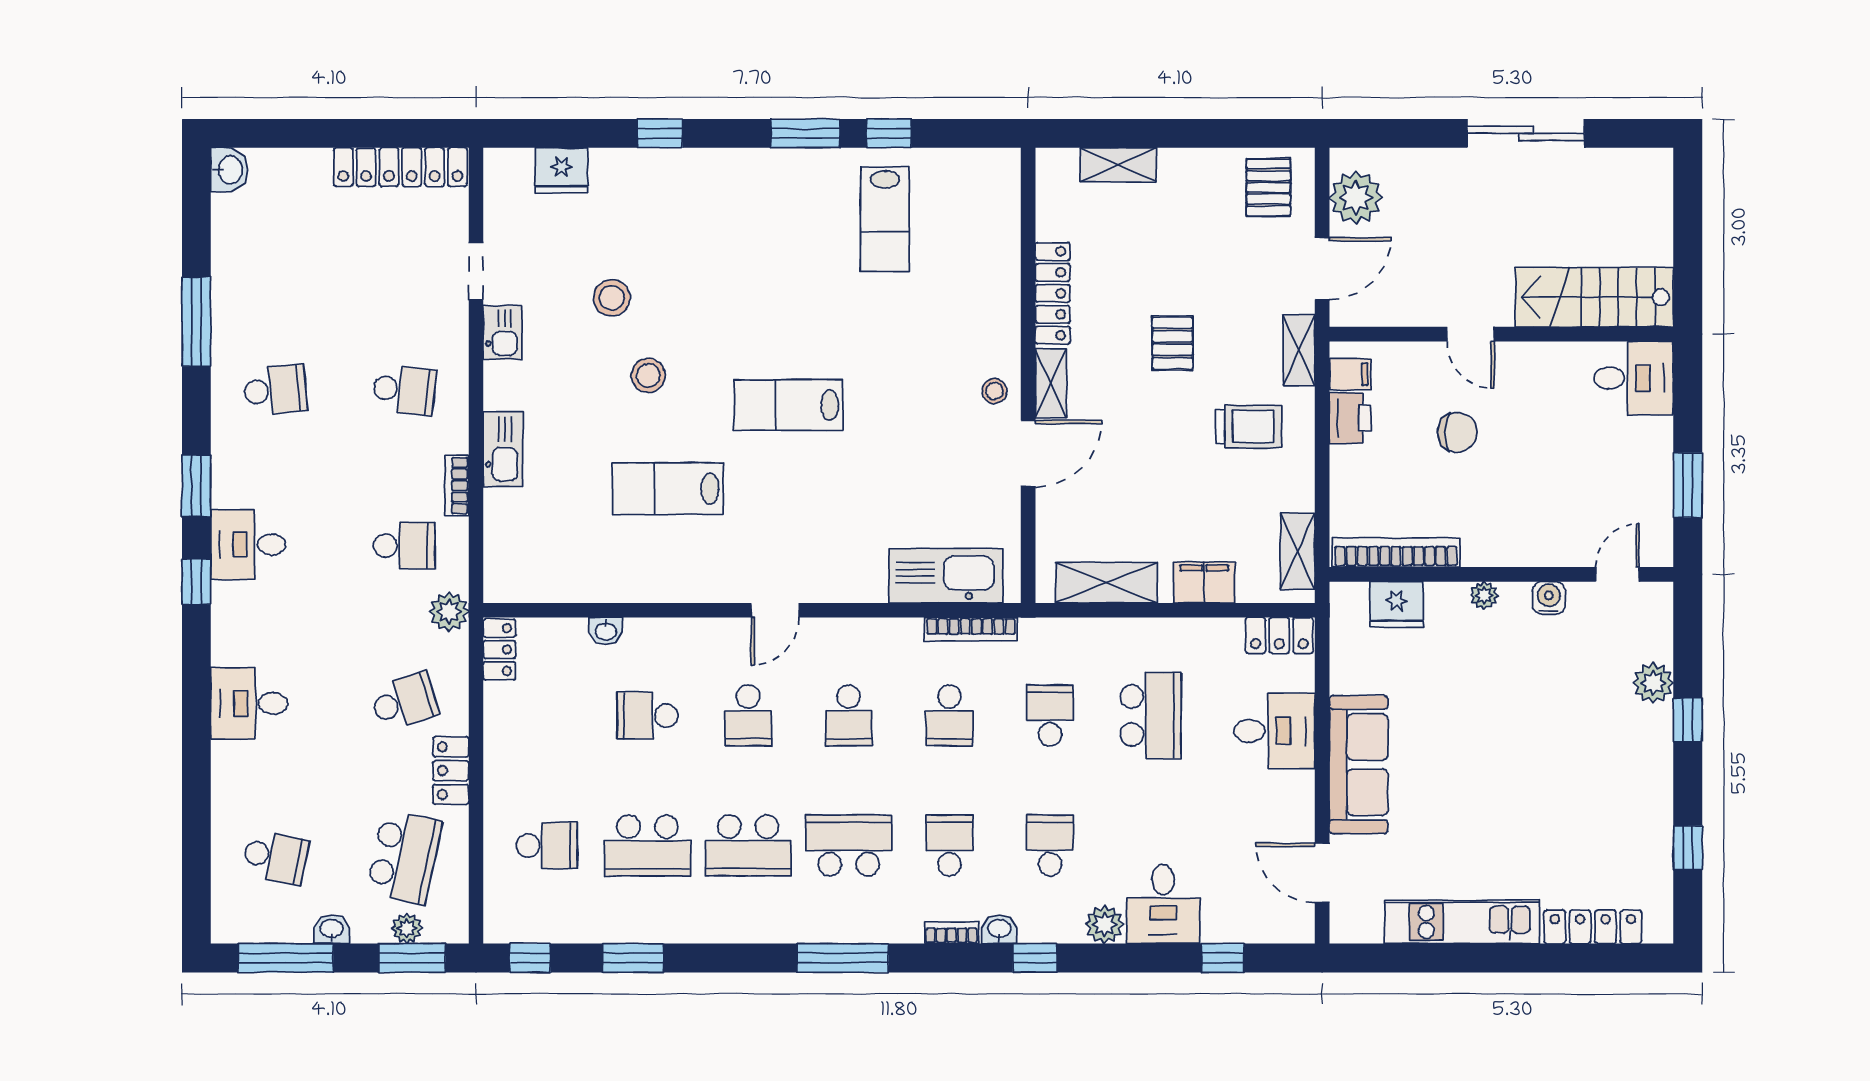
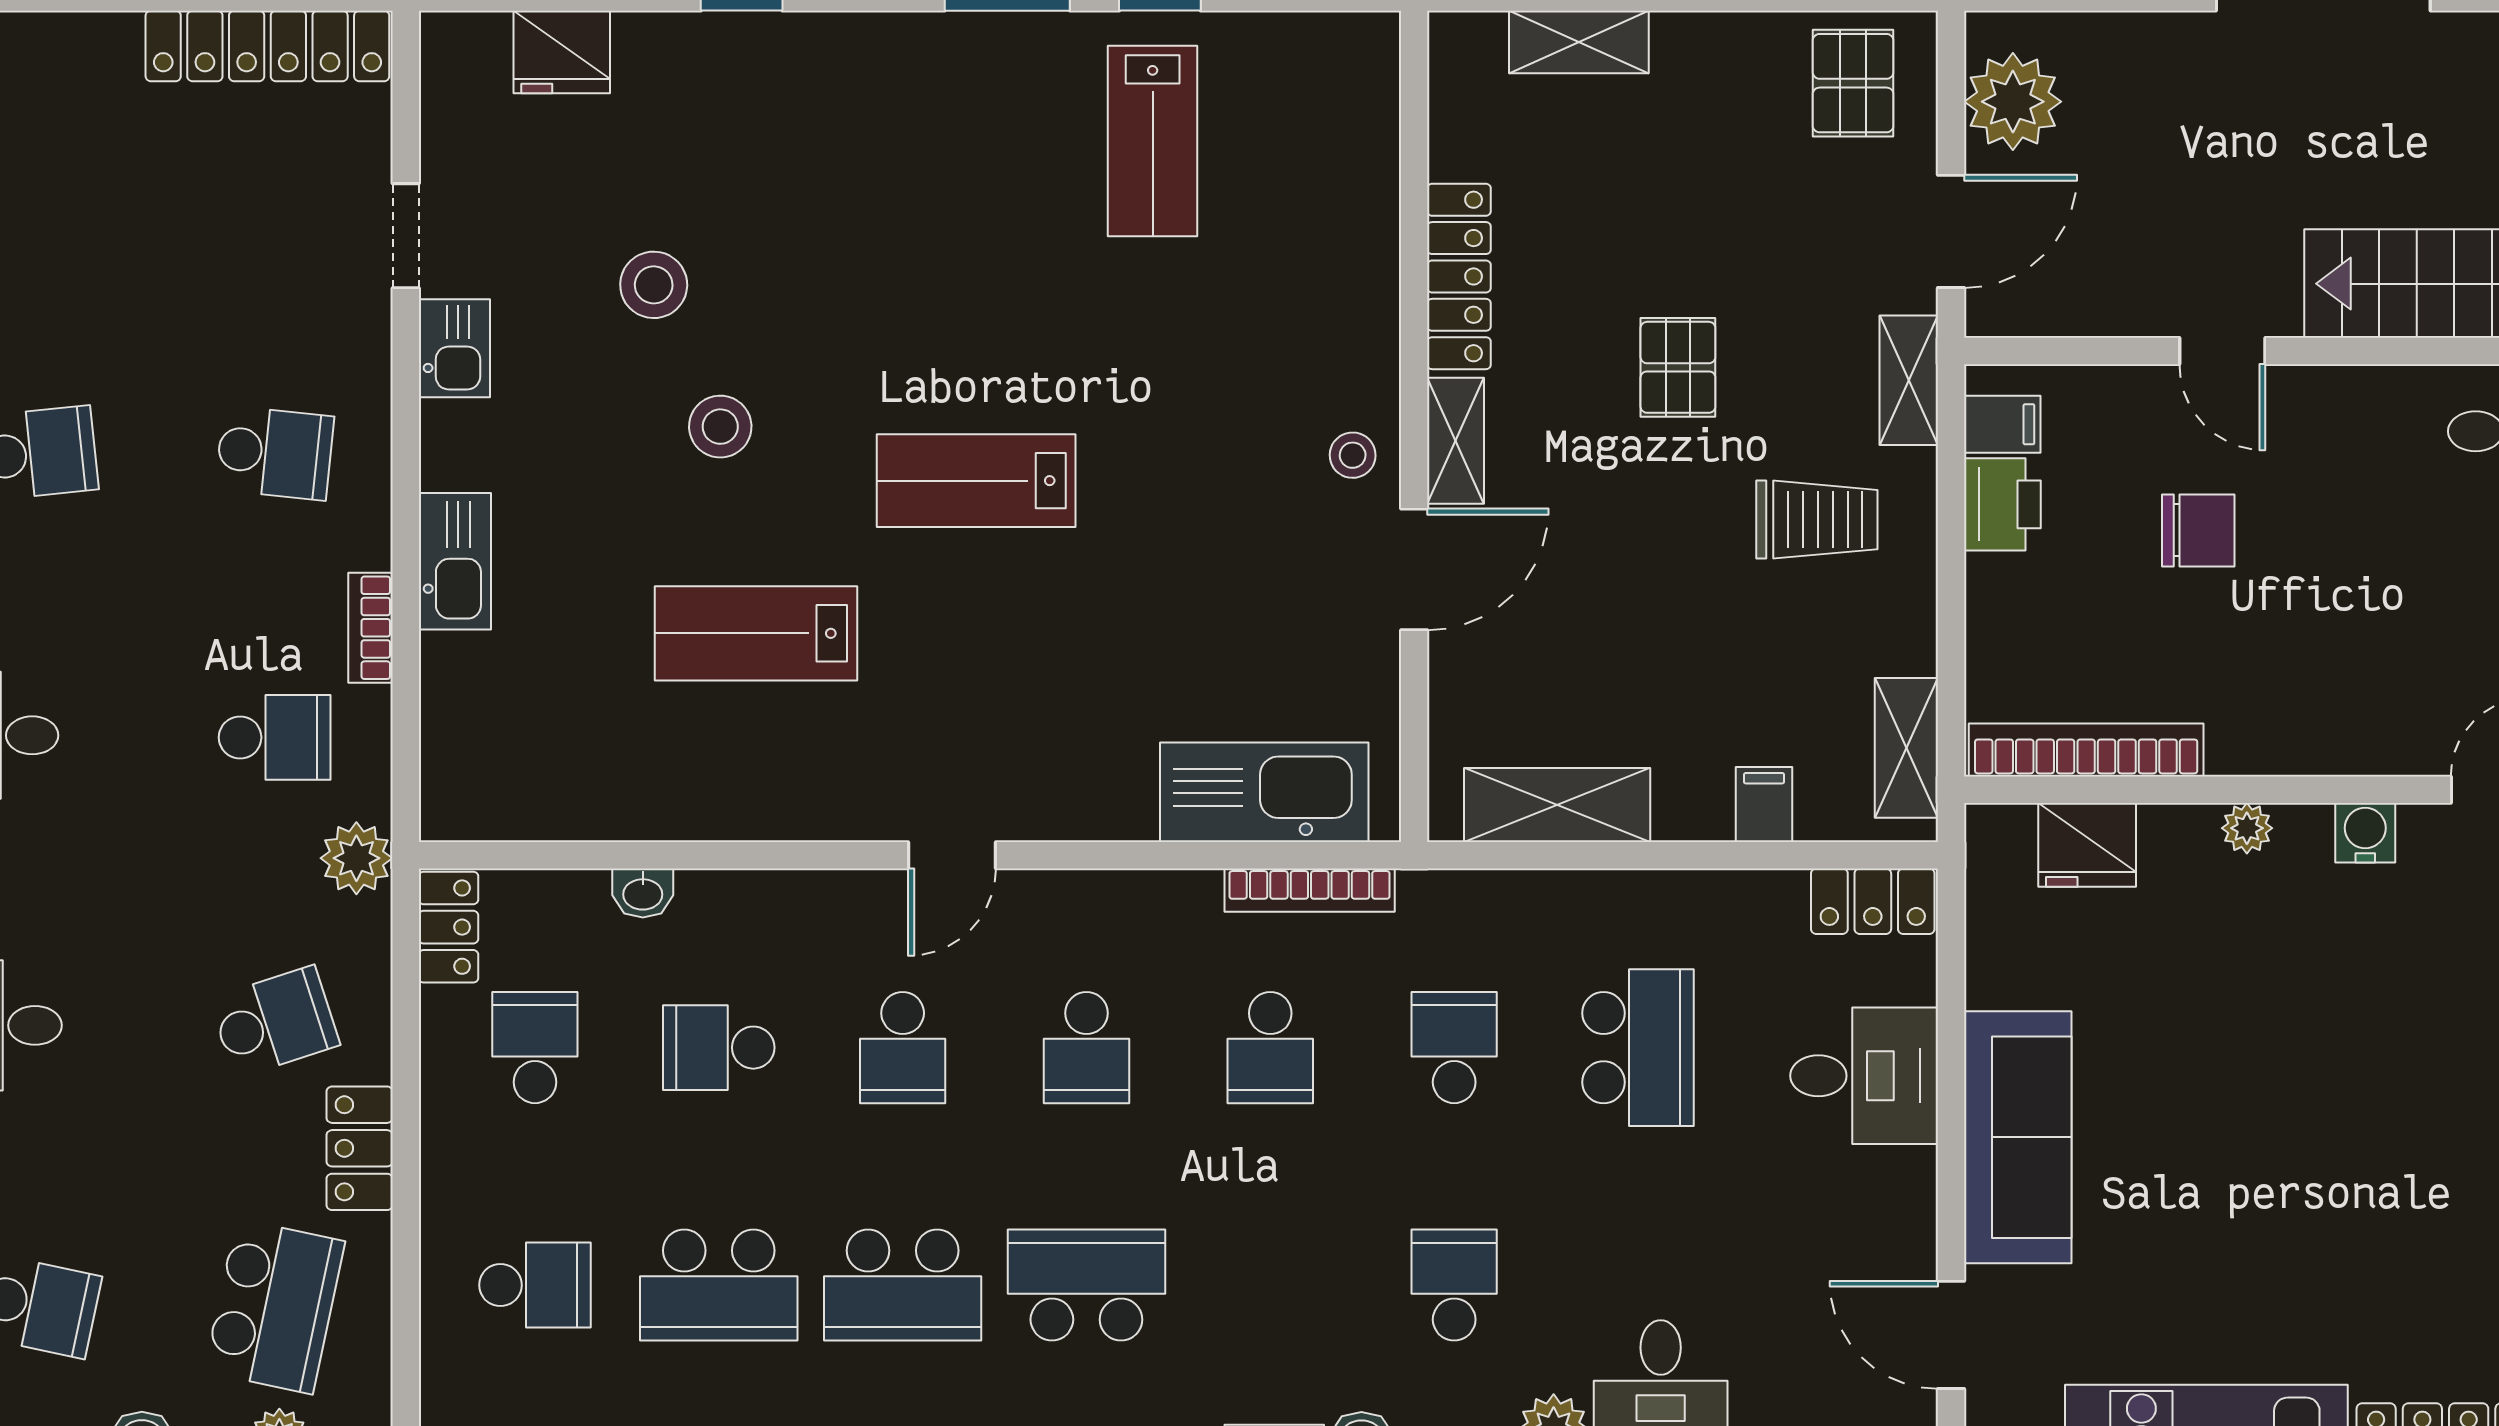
filing cabinet: (1204, 582) -> (1764, 805), width x0.50
school desk: (949, 845) -> (535, 1048), moved

